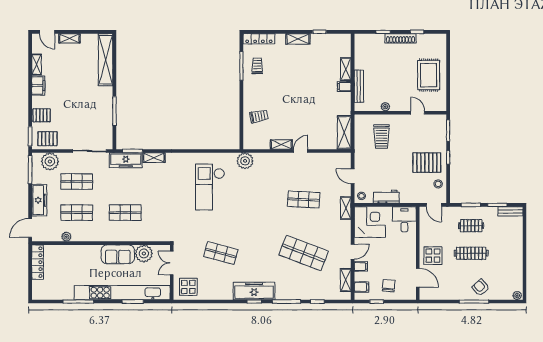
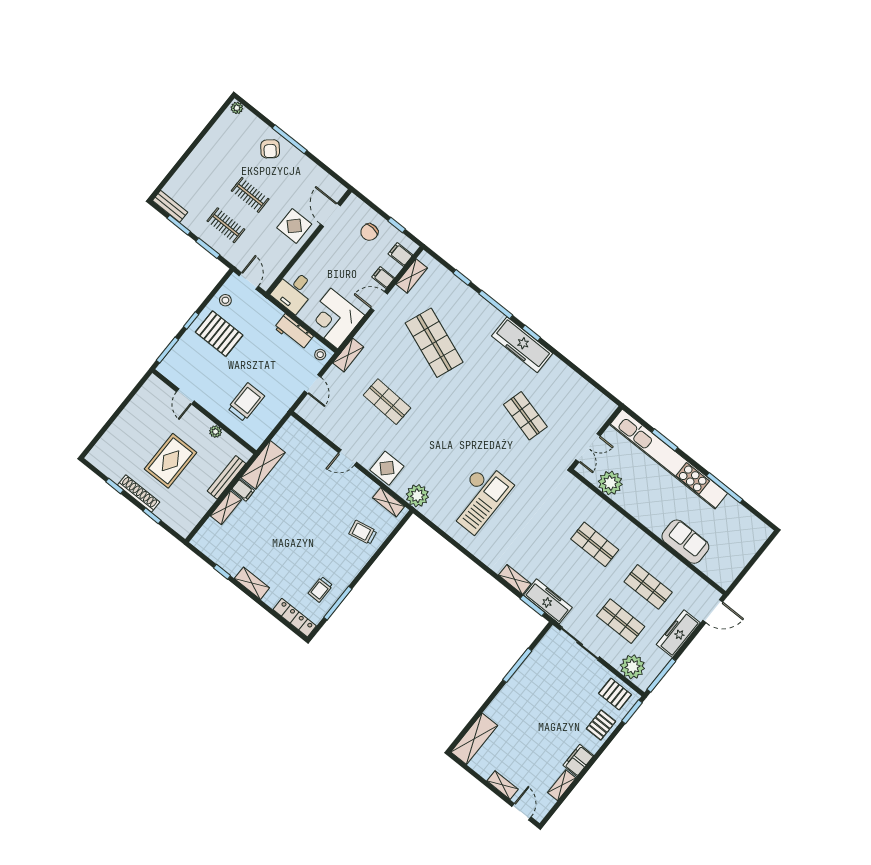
shelving: (106, 60) -> (474, 739), width x0.68
rug: (429, 75) -> (171, 461), moved
pallet: (42, 115) -> (601, 725), turned 90
shelving: (344, 132) -> (263, 465), moved
shelving: (281, 144) -> (389, 502), moved
plant: (66, 237) -> (681, 570), removed
clothes rail: (471, 253) -> (250, 195), width x0.73
sofa: (118, 254) -> (685, 542), moved
locker: (38, 262) -> (735, 567), removed
display table: (188, 287) -> (387, 468), moved

